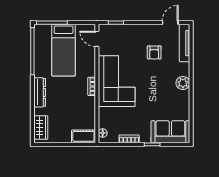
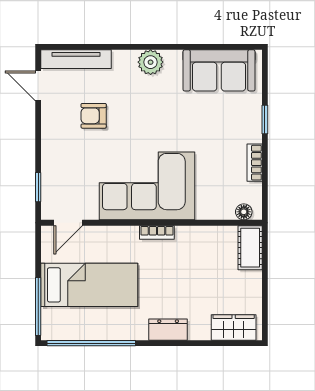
armchair: (154, 53) -> (94, 116), turned 180
dresser: (40, 92) -> (168, 330), width x0.70
sofa: (170, 132) -> (219, 70), moved, turned -90

